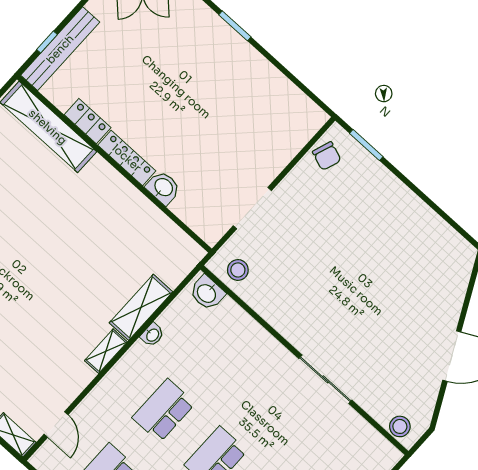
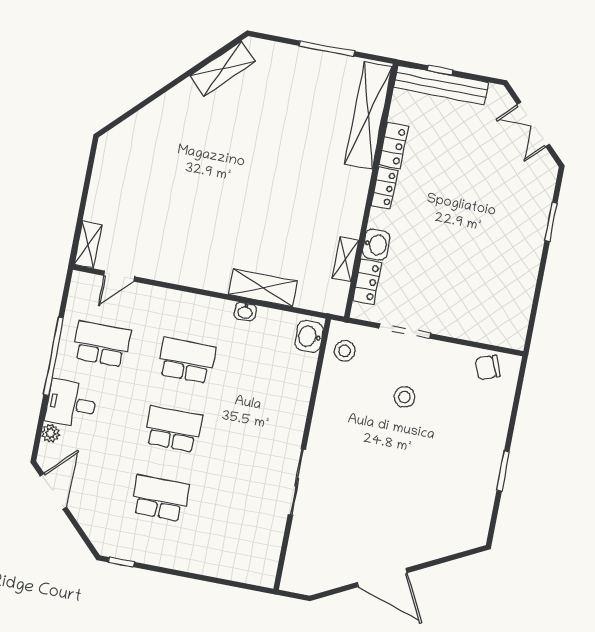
window: (366, 145) -> (503, 471), moved
chair: (327, 156) -> (488, 367), turned 49
locker: (127, 158) -> (385, 188), width x0.66
locker: (190, 214) -> (367, 282), added
shelving: (106, 351) -> (345, 259), moved, turned 90
stool: (400, 426) -> (404, 397), moved

